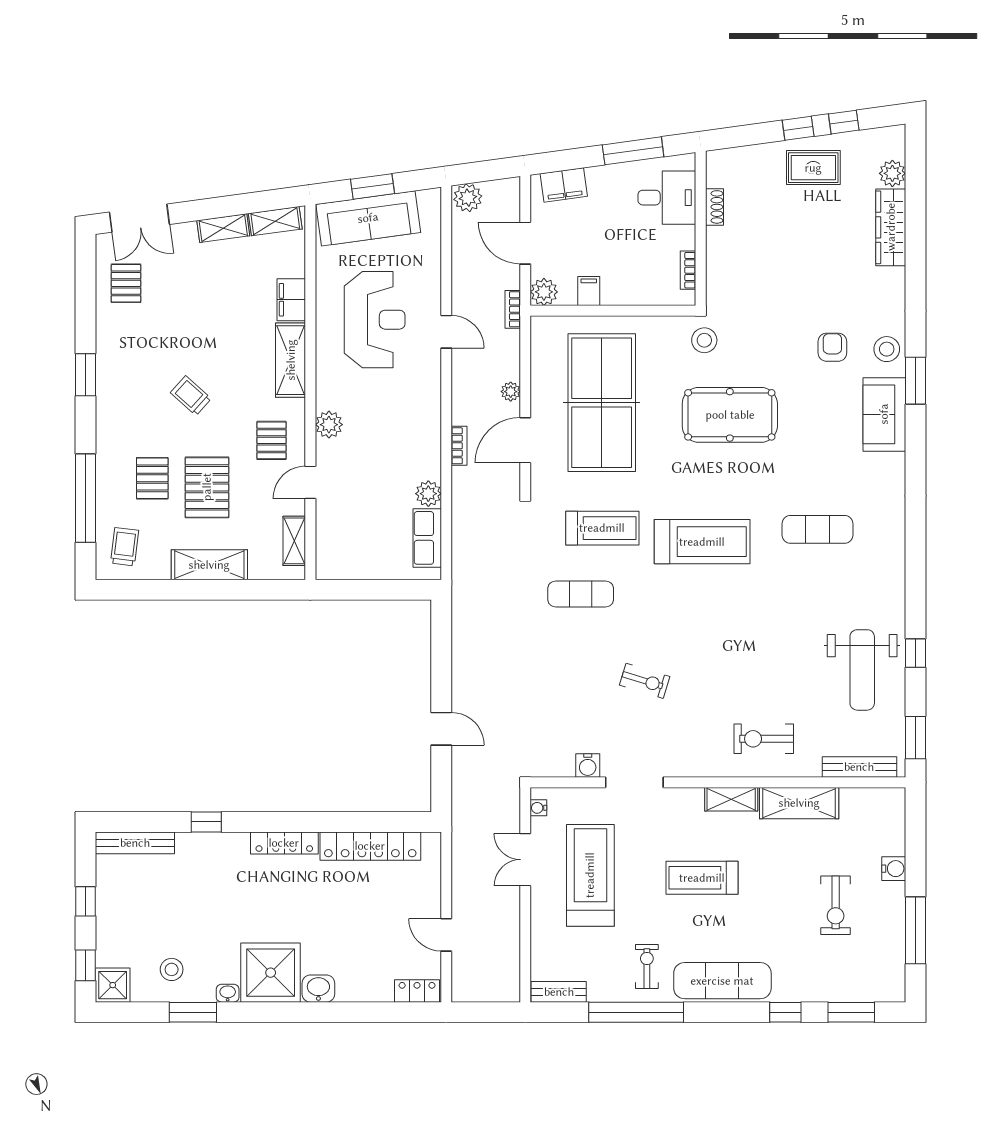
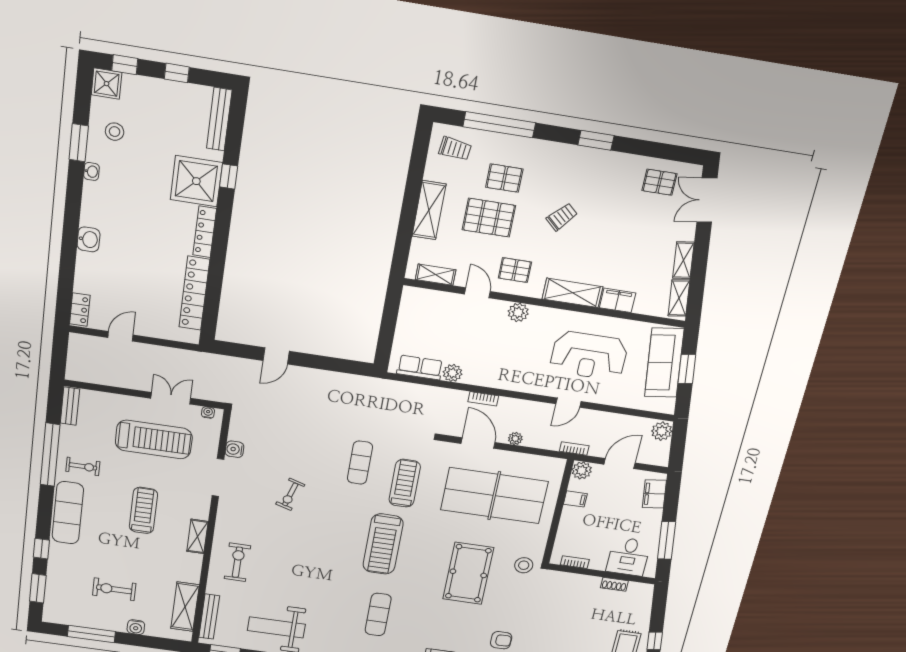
treadmill: (602, 528) -> (405, 483), turned 180
shelving: (799, 803) -> (185, 607), moved
shower: (271, 973) -> (196, 181), moved

